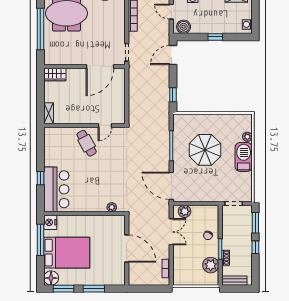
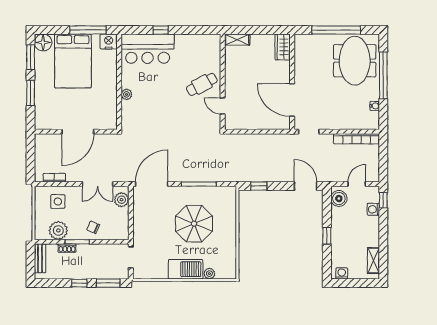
plant: (112, 207) -> (126, 94), moved
side table: (186, 265) -> (58, 201), added

